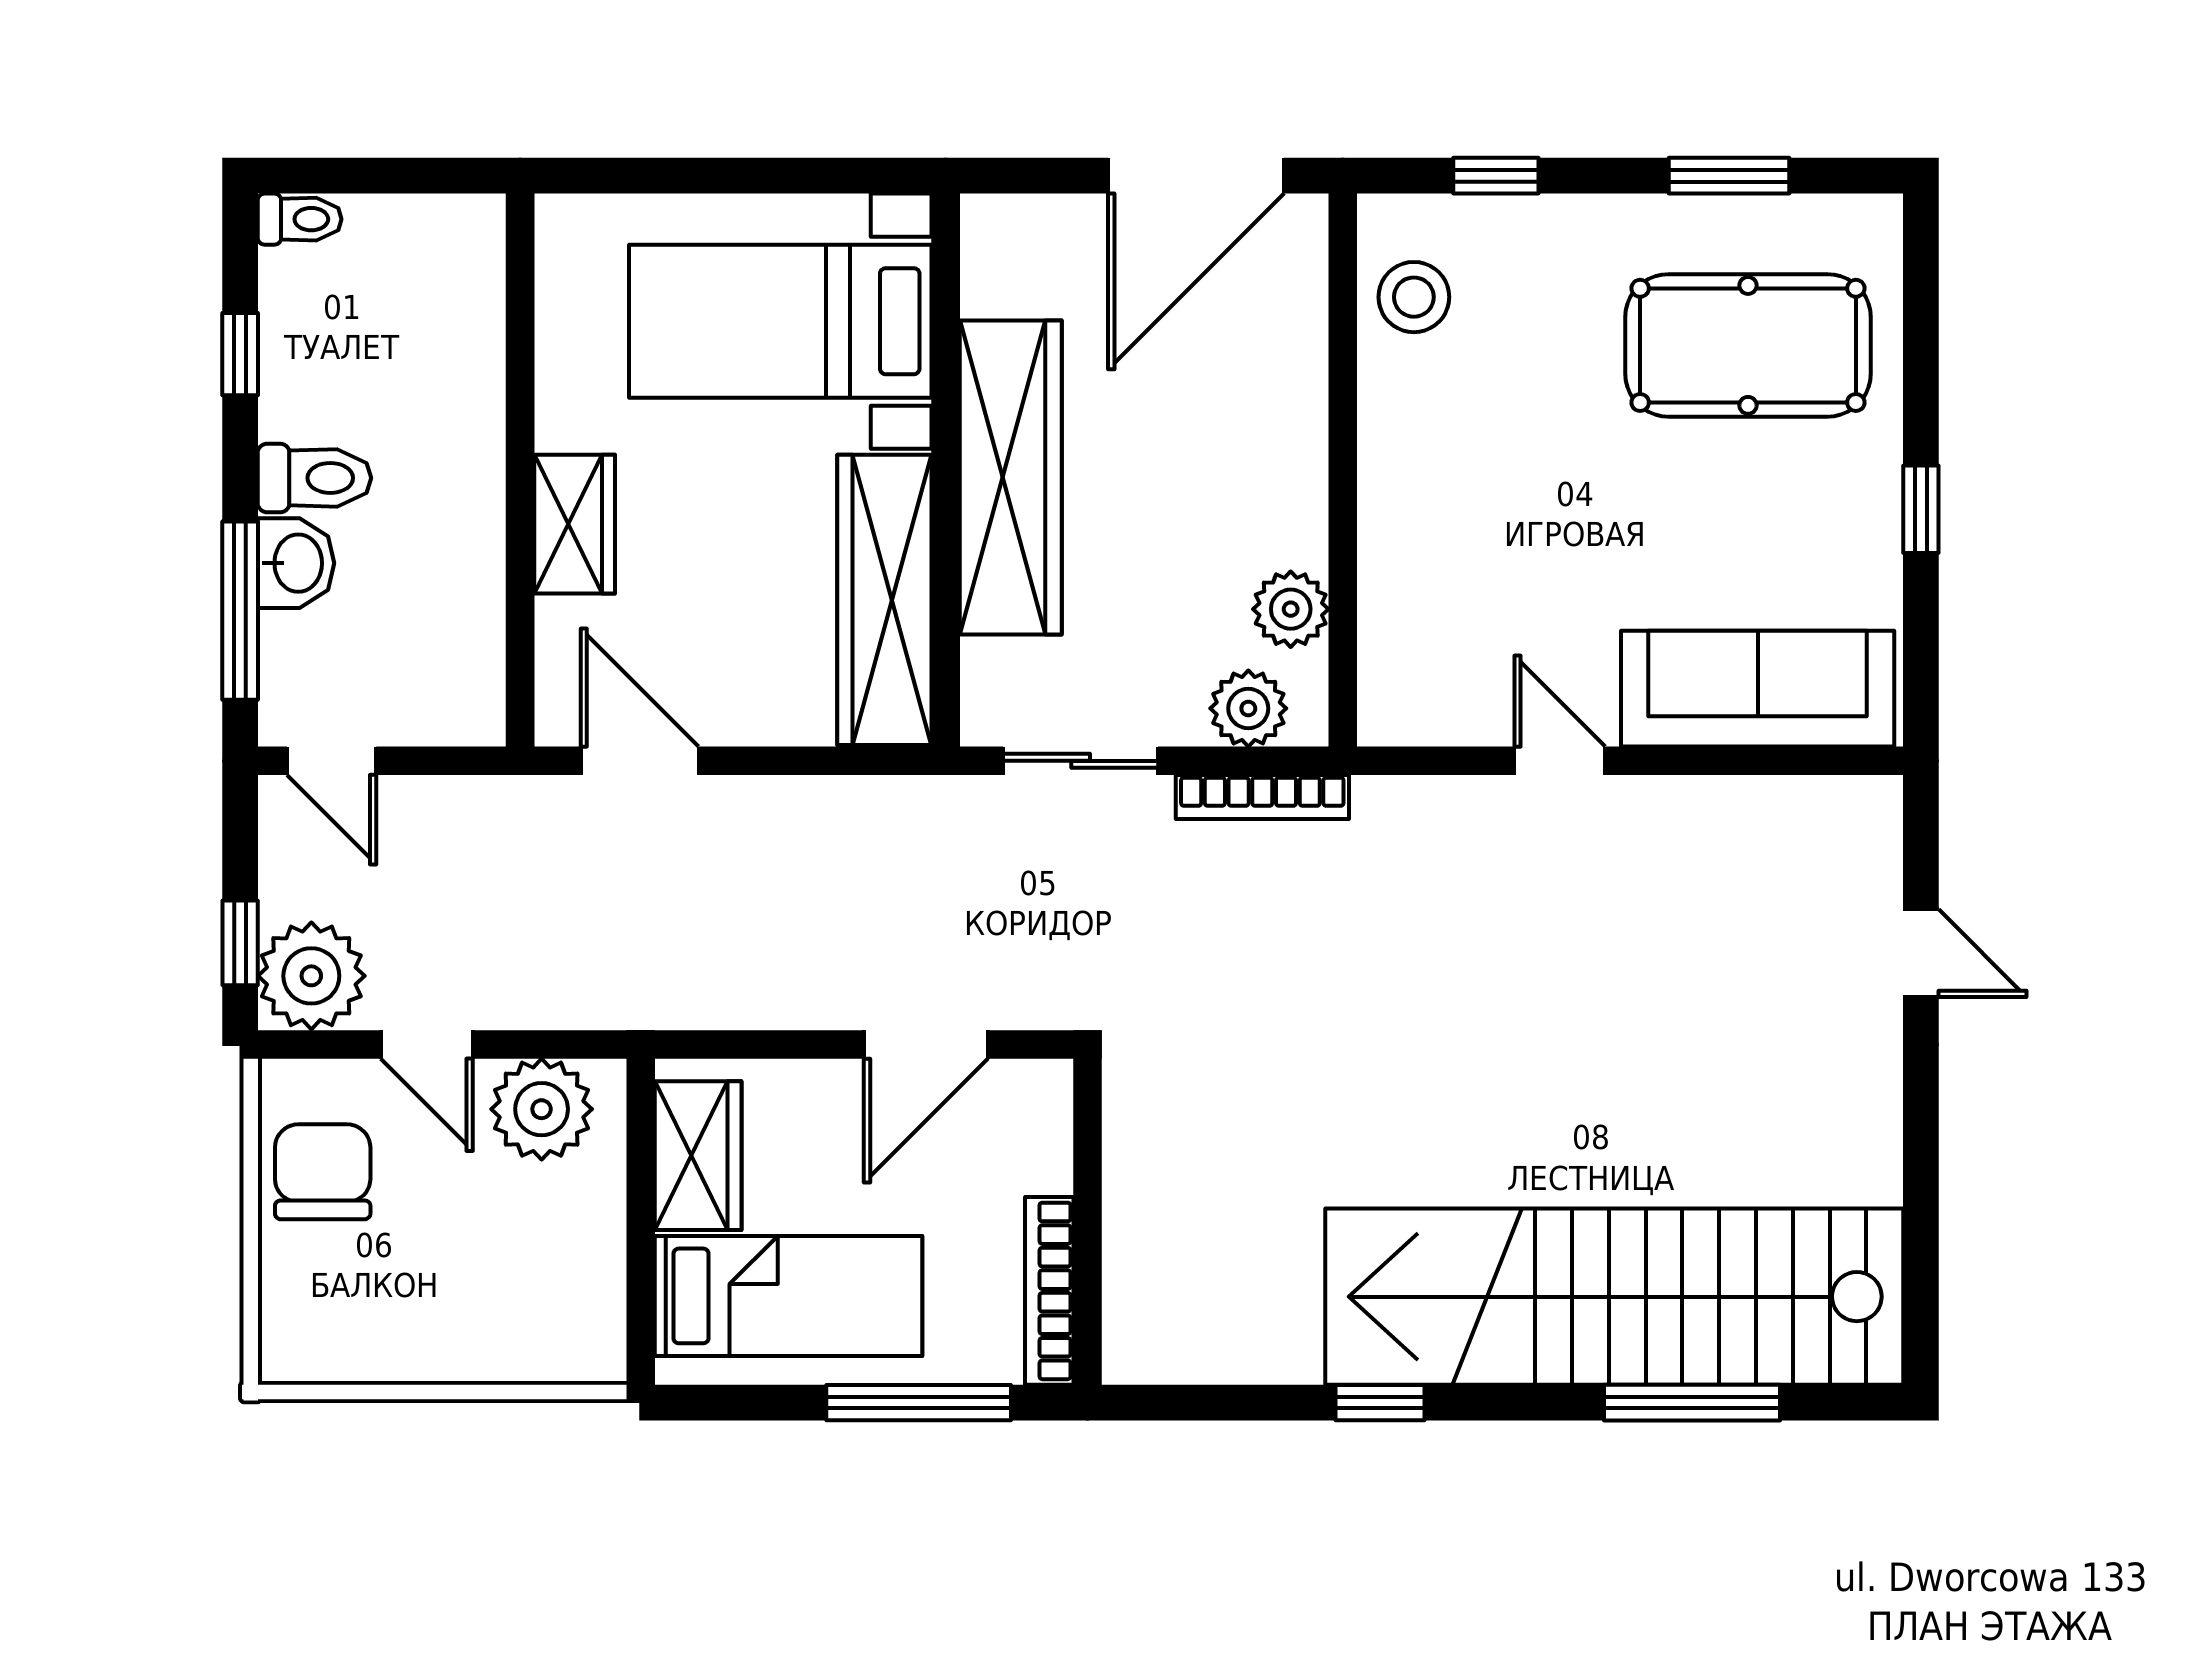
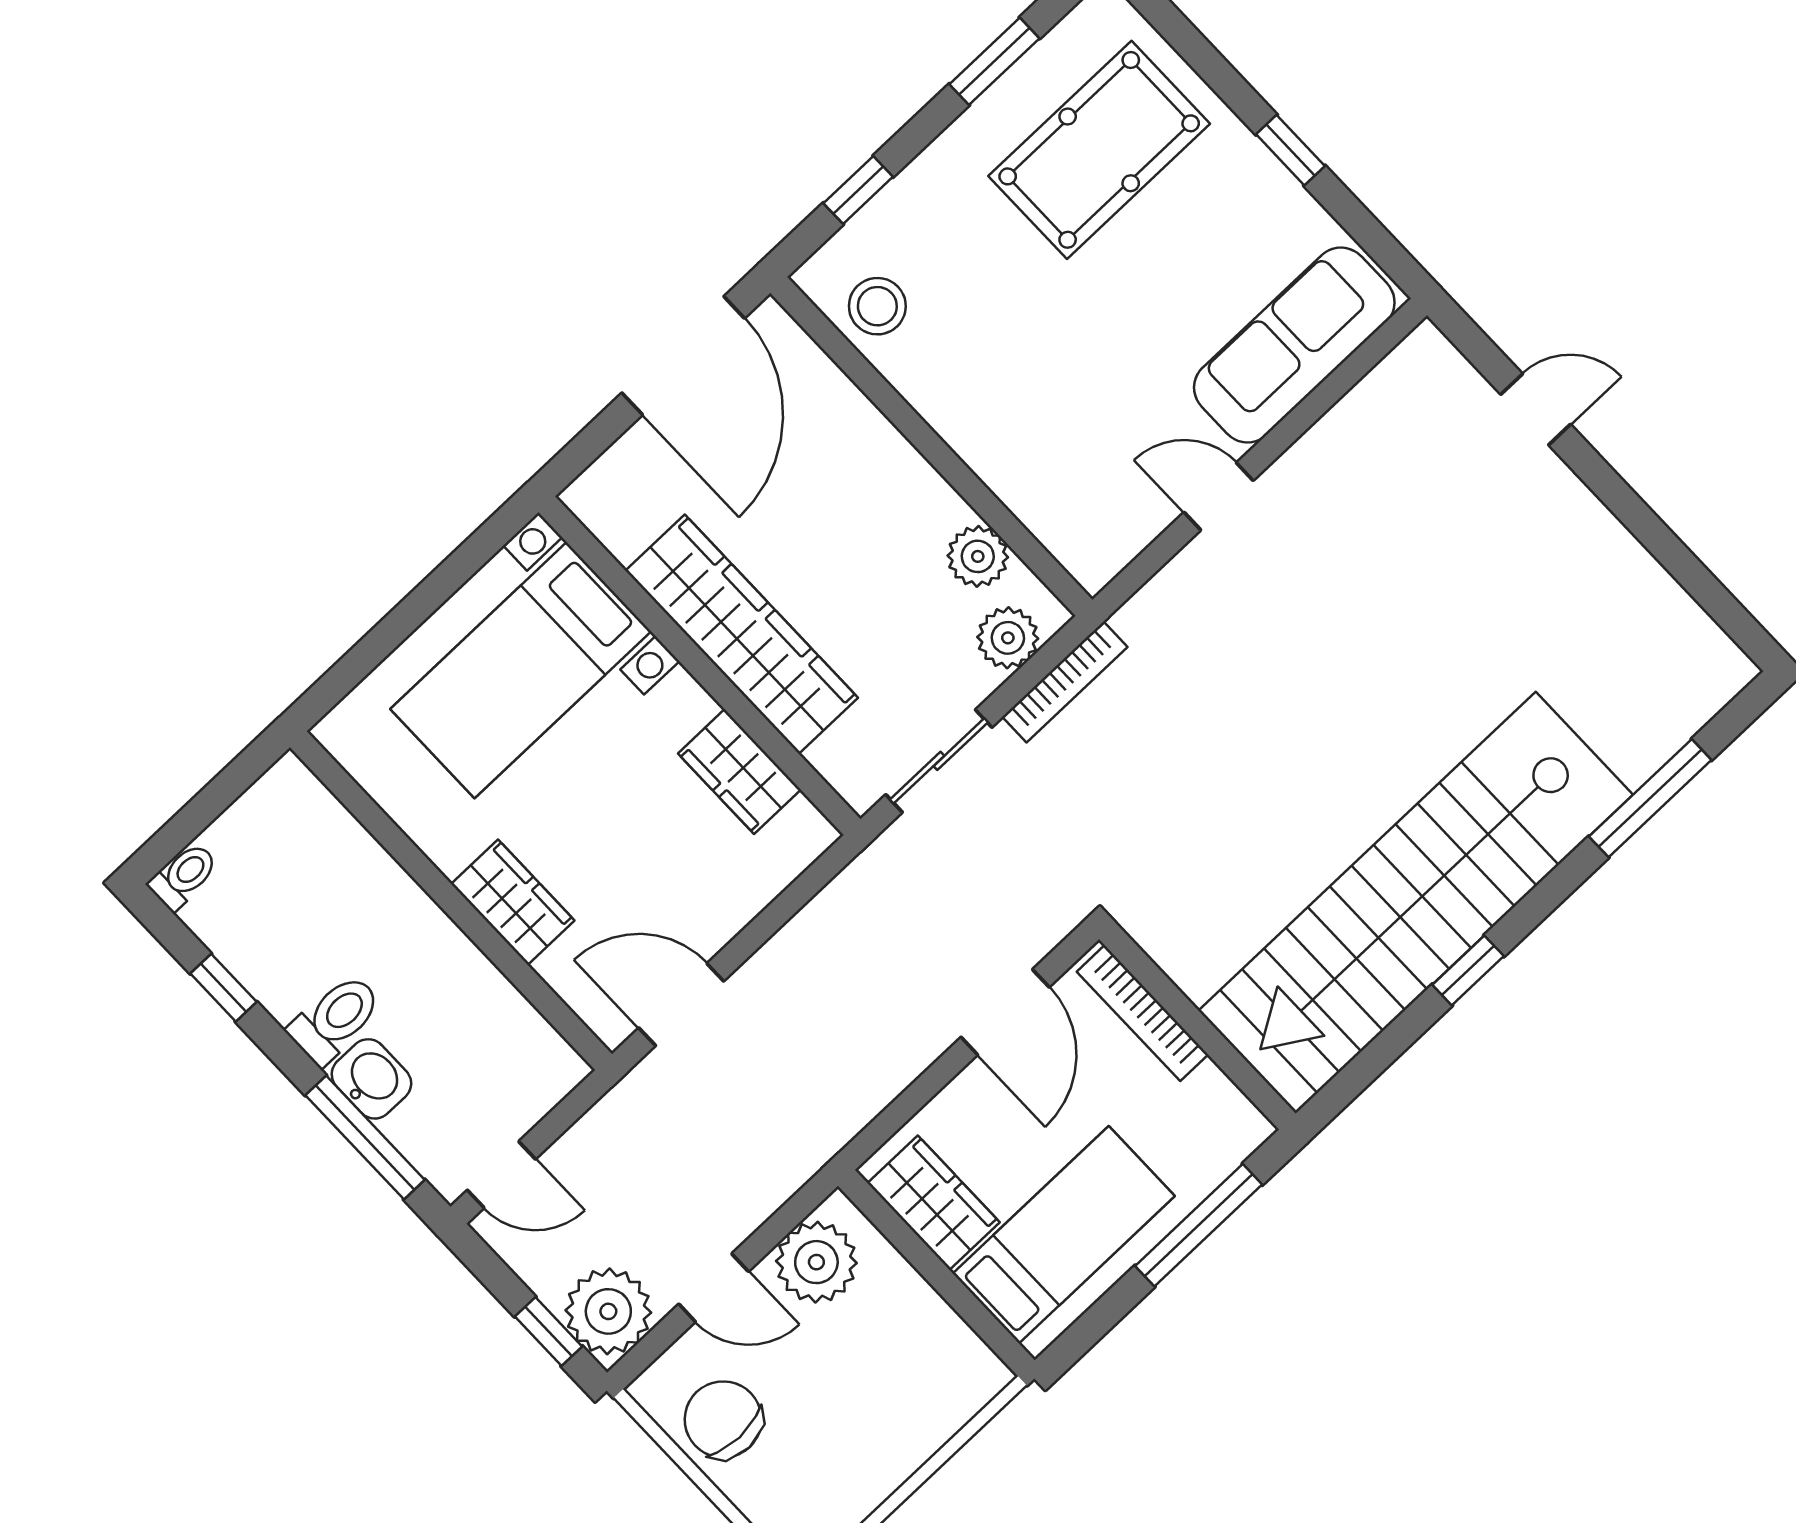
wardrobe: (884, 600) -> (739, 772), width x0.48, depth x0.85
bookcase: (1049, 1291) -> (1143, 1013), moved
stairs: (1614, 1297) -> (1416, 903), moved

